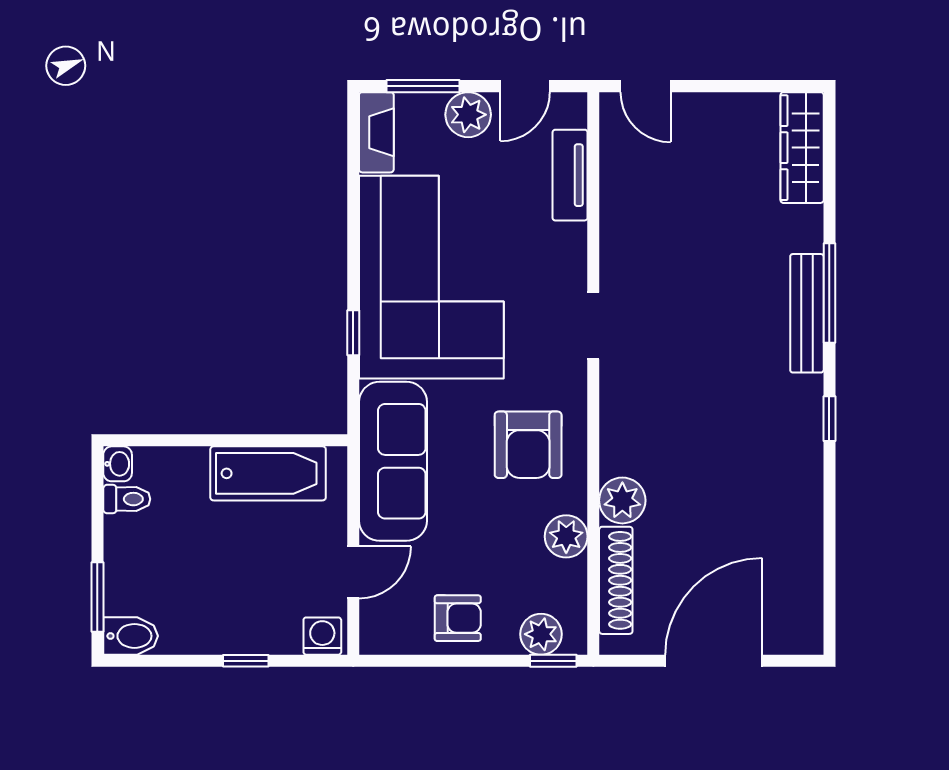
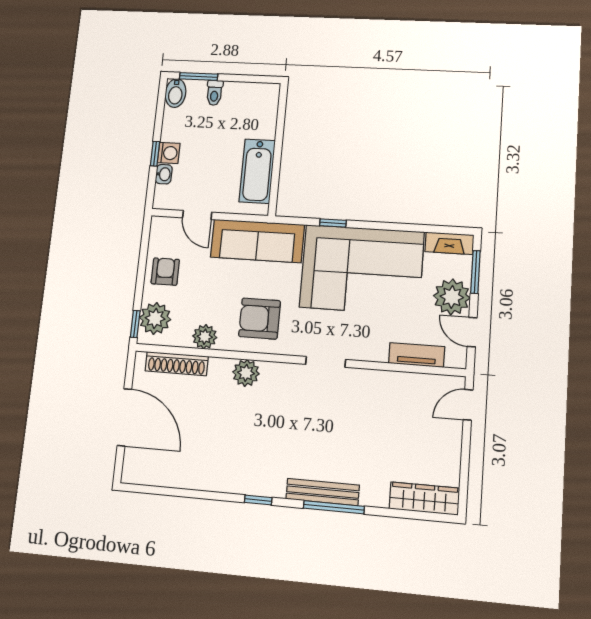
plant: (468, 115) -> (452, 297), width x1.36, depth x1.36
washbasin: (118, 464) -> (164, 174), moved, turned -90
toilet: (127, 499) -> (214, 93), moved
plant: (622, 500) -> (246, 373), moved
armchair: (458, 618) -> (165, 272), turned 180
plant: (541, 634) -> (155, 318), width x1.36, depth x1.36
washing machine: (322, 636) -> (169, 153), moved

